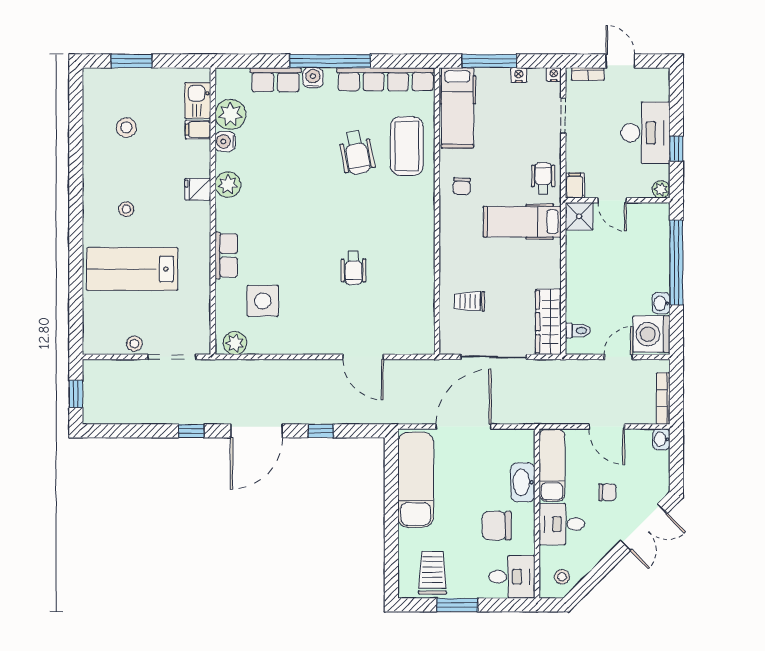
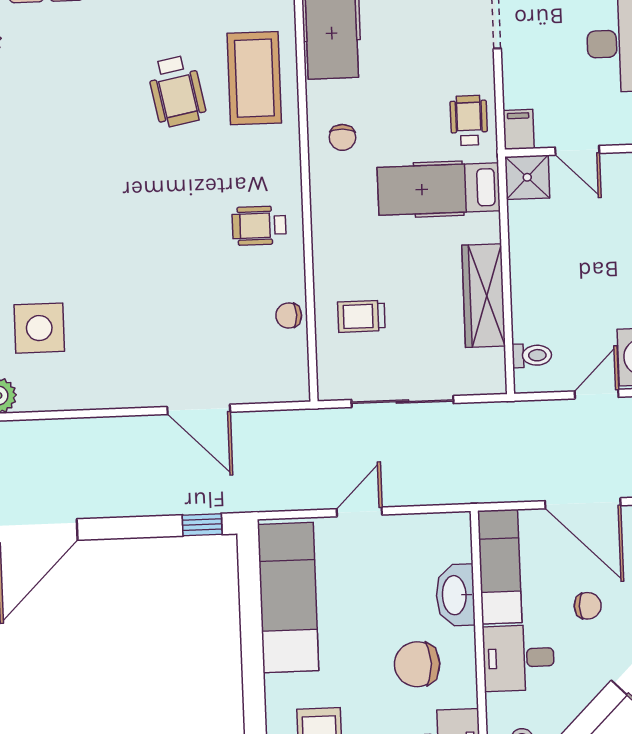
wheelchair: (353, 268) -> (259, 226), moved, turned 90
chair: (423, 299) -> (289, 316), added
wardrobe: (548, 322) -> (484, 296), moved
door: (463, 427) -> (359, 512), width x0.53
door: (607, 427) -> (583, 503), width x1.36
window: (321, 431) -> (202, 525), moved

